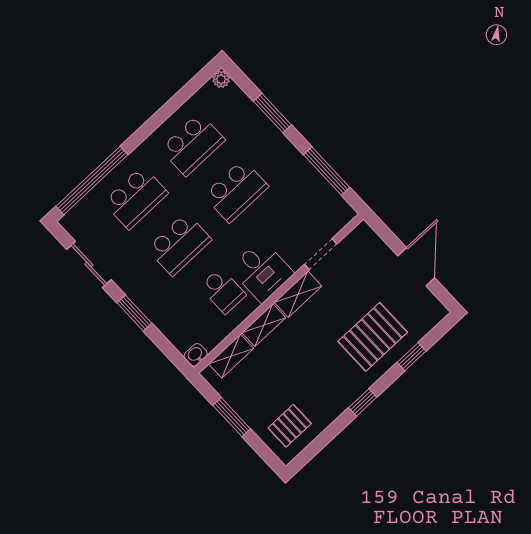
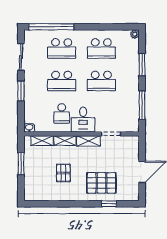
window: (363, 402) -> (75, 204), removed
pallet: (290, 426) -> (63, 173), moved, turned 90

